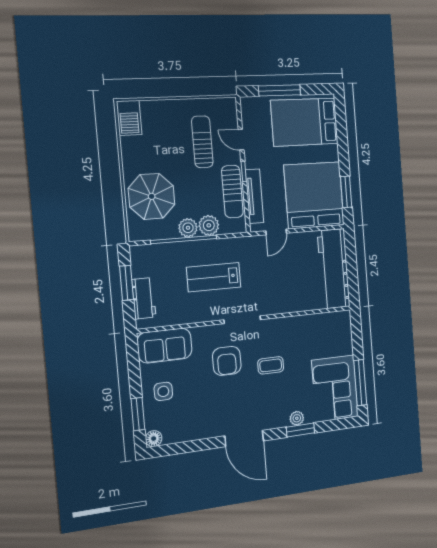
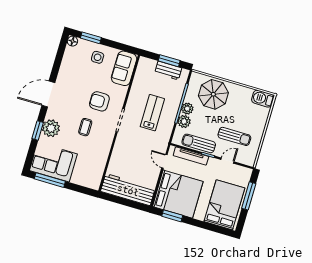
workbench: (144, 298) -> (168, 71), moved
plant: (297, 418) -> (51, 128), width x1.88, depth x1.88

